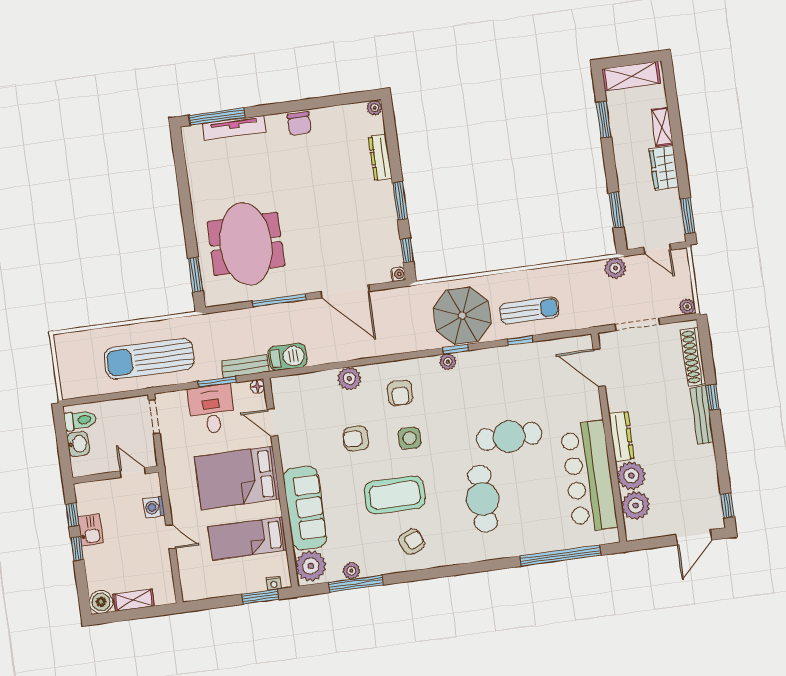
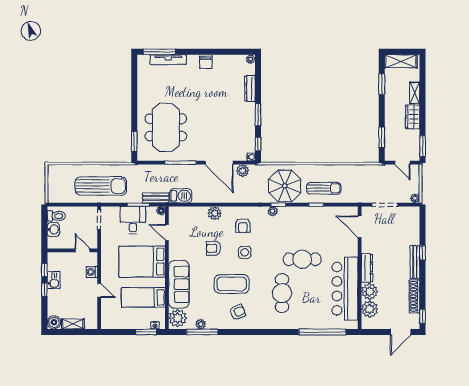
plant: (615, 268) -> (243, 171), moved
shoe rack: (693, 357) -> (414, 296), moved
sun lounger: (149, 359) -> (101, 186), turned 180

